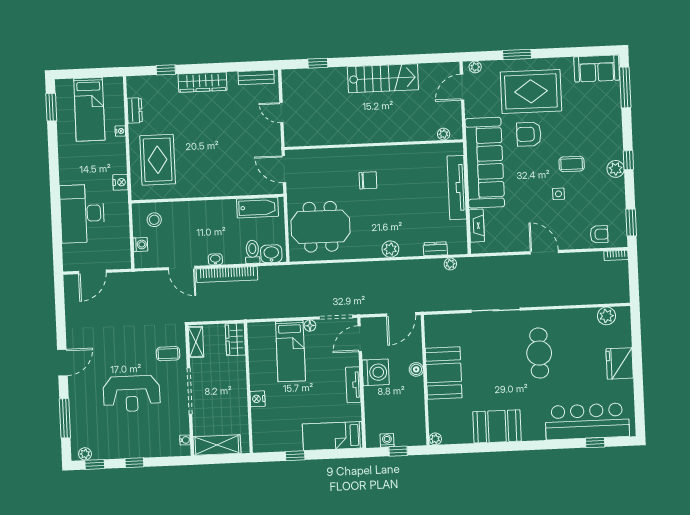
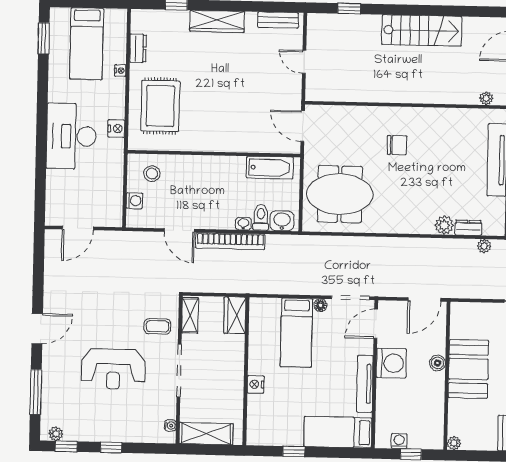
desk: (82, 214) -> (71, 136), moved
plant: (390, 249) -> (444, 225), moved
washbasin: (215, 259) -> (243, 224), moved
tv unit: (353, 385) -> (365, 384), width x1.41

